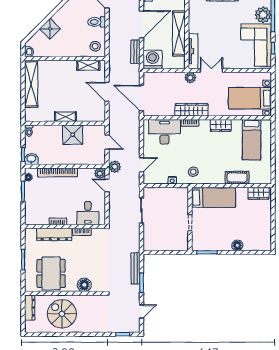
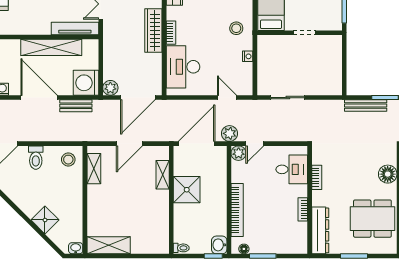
plant: (190, 78) -> (110, 88), moved
shelving: (31, 84) -> (109, 245), width x0.68
shelving: (65, 117) -> (163, 175), moved
door: (107, 142) -> (197, 144), width x1.88
dresser: (54, 234) -> (320, 230), moved

